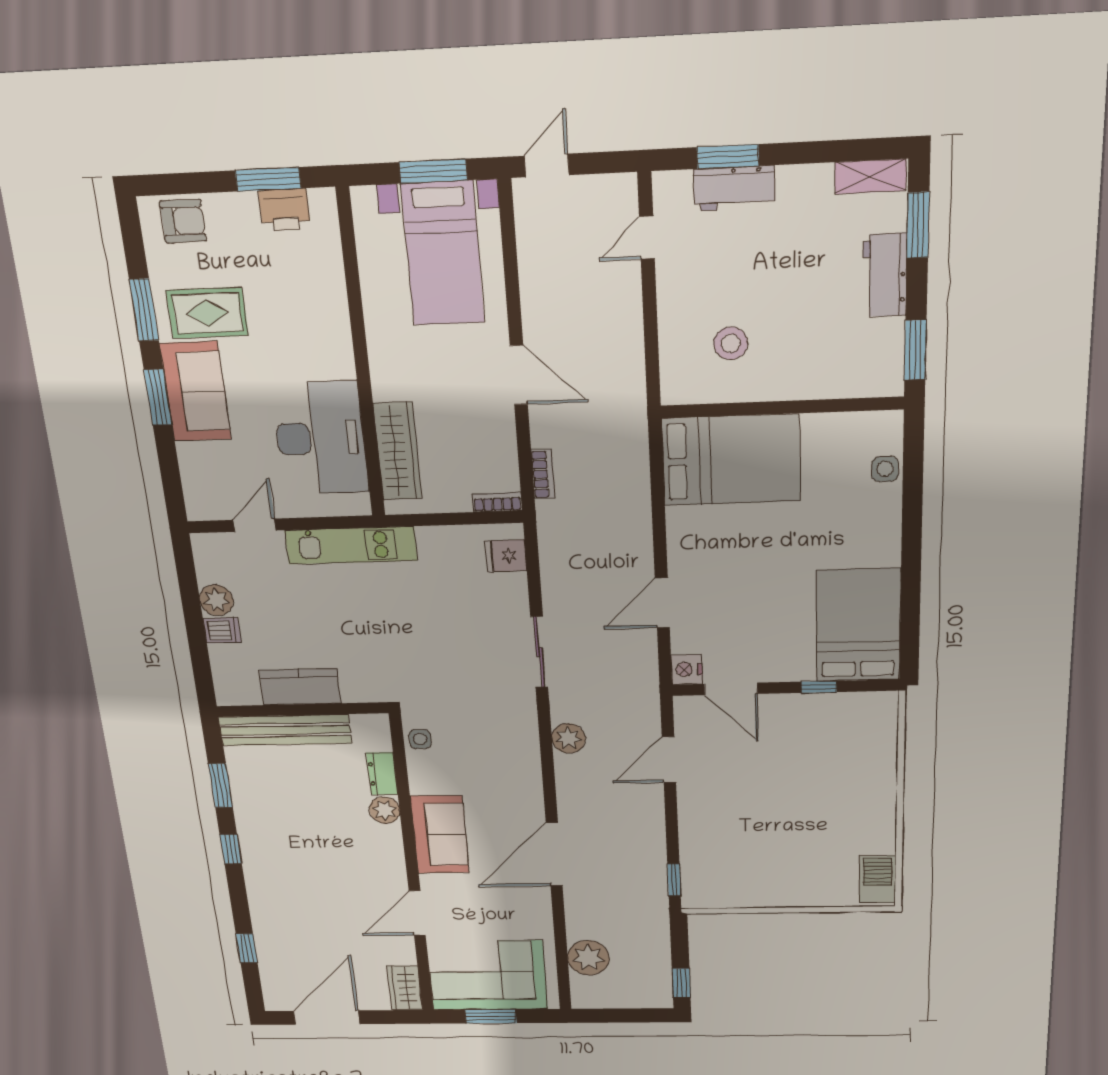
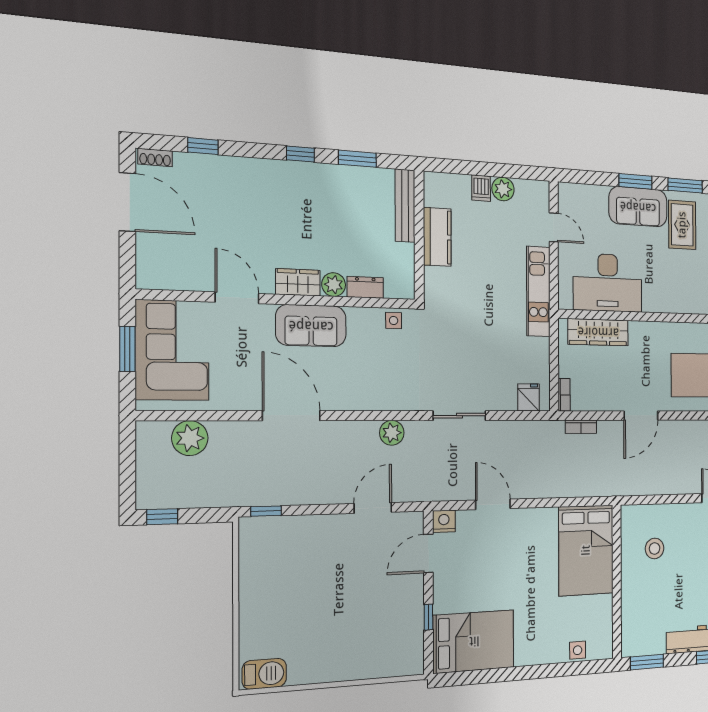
bench: (285, 730) -> (405, 206), width x0.73, depth x0.82
door: (669, 760) -> (373, 508), hinge flipped
wardrobe: (405, 988) -> (298, 282), moved
shoe rack: (271, 993) -> (155, 158), added

